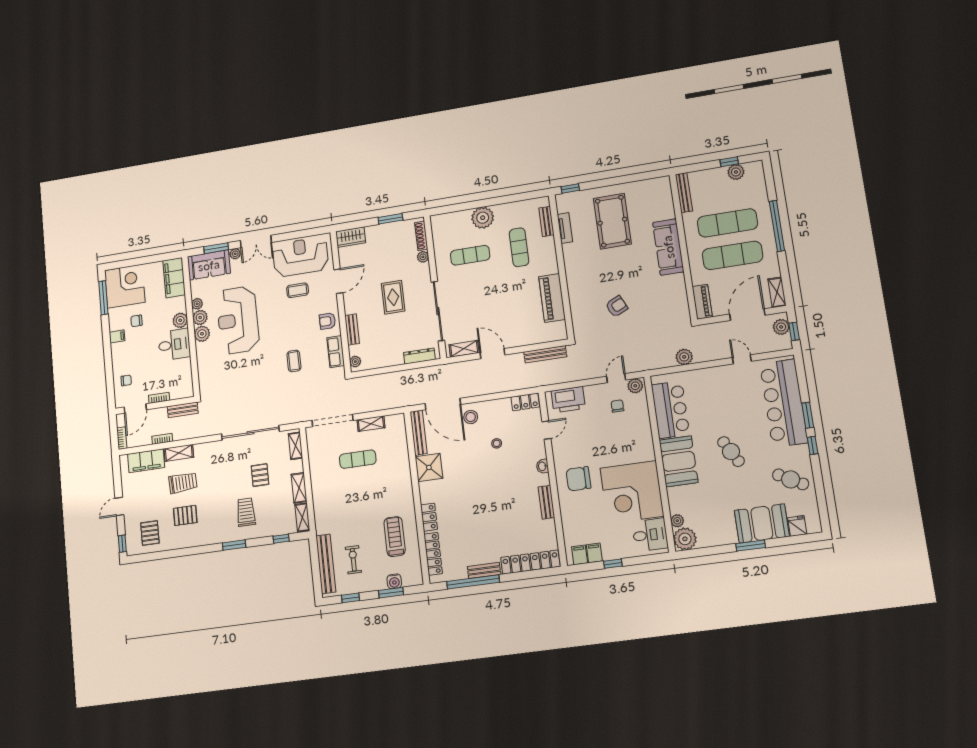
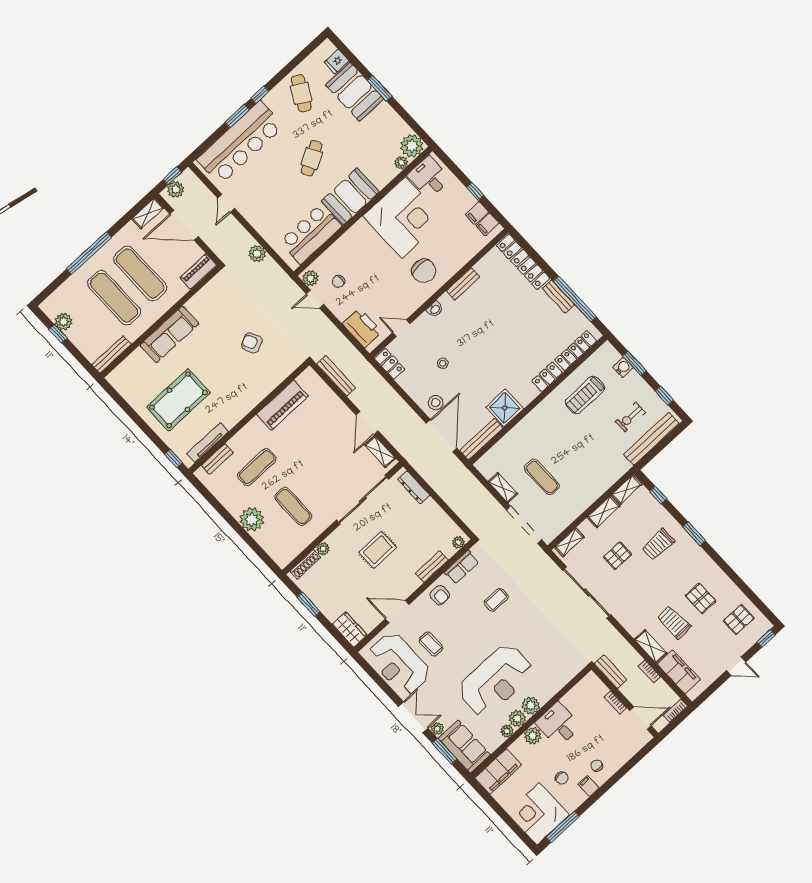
tv unit: (565, 228) -> (208, 443), width x1.41
chair: (126, 380) -> (597, 766), moved

